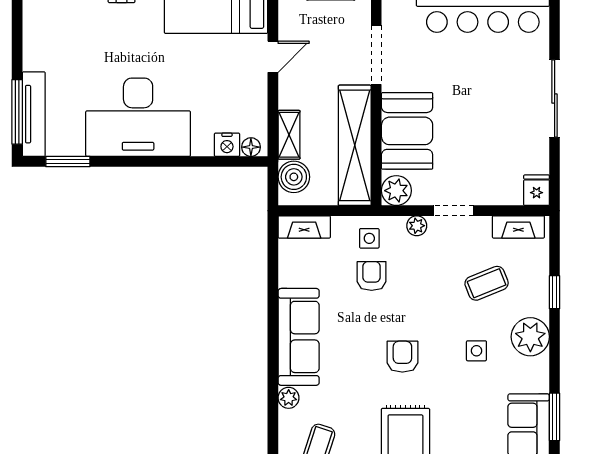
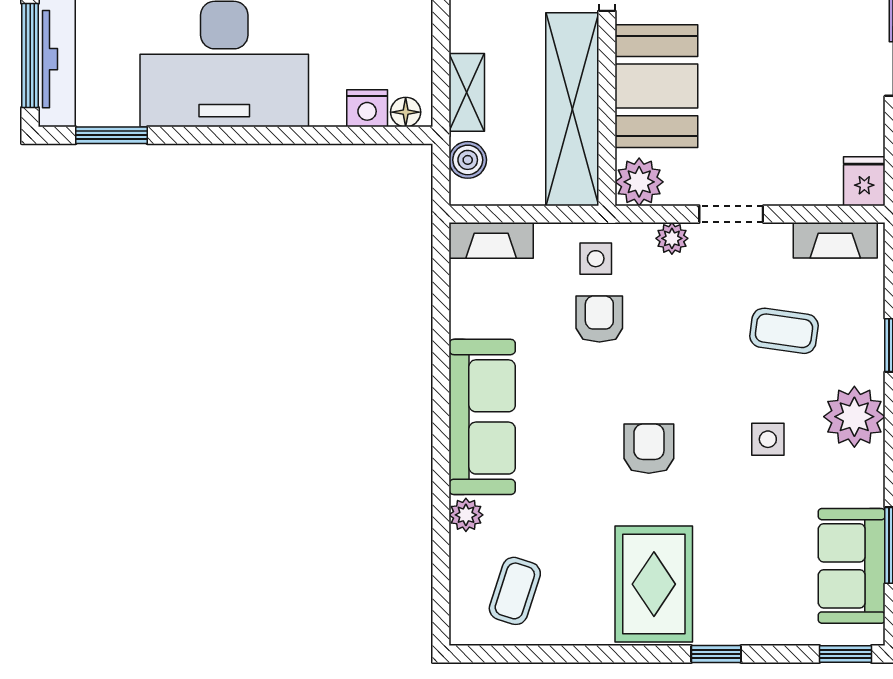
boiler: (294, 177) -> (468, 160), width x0.73, depth x0.73
coffee table: (487, 283) -> (784, 331), turned 30

